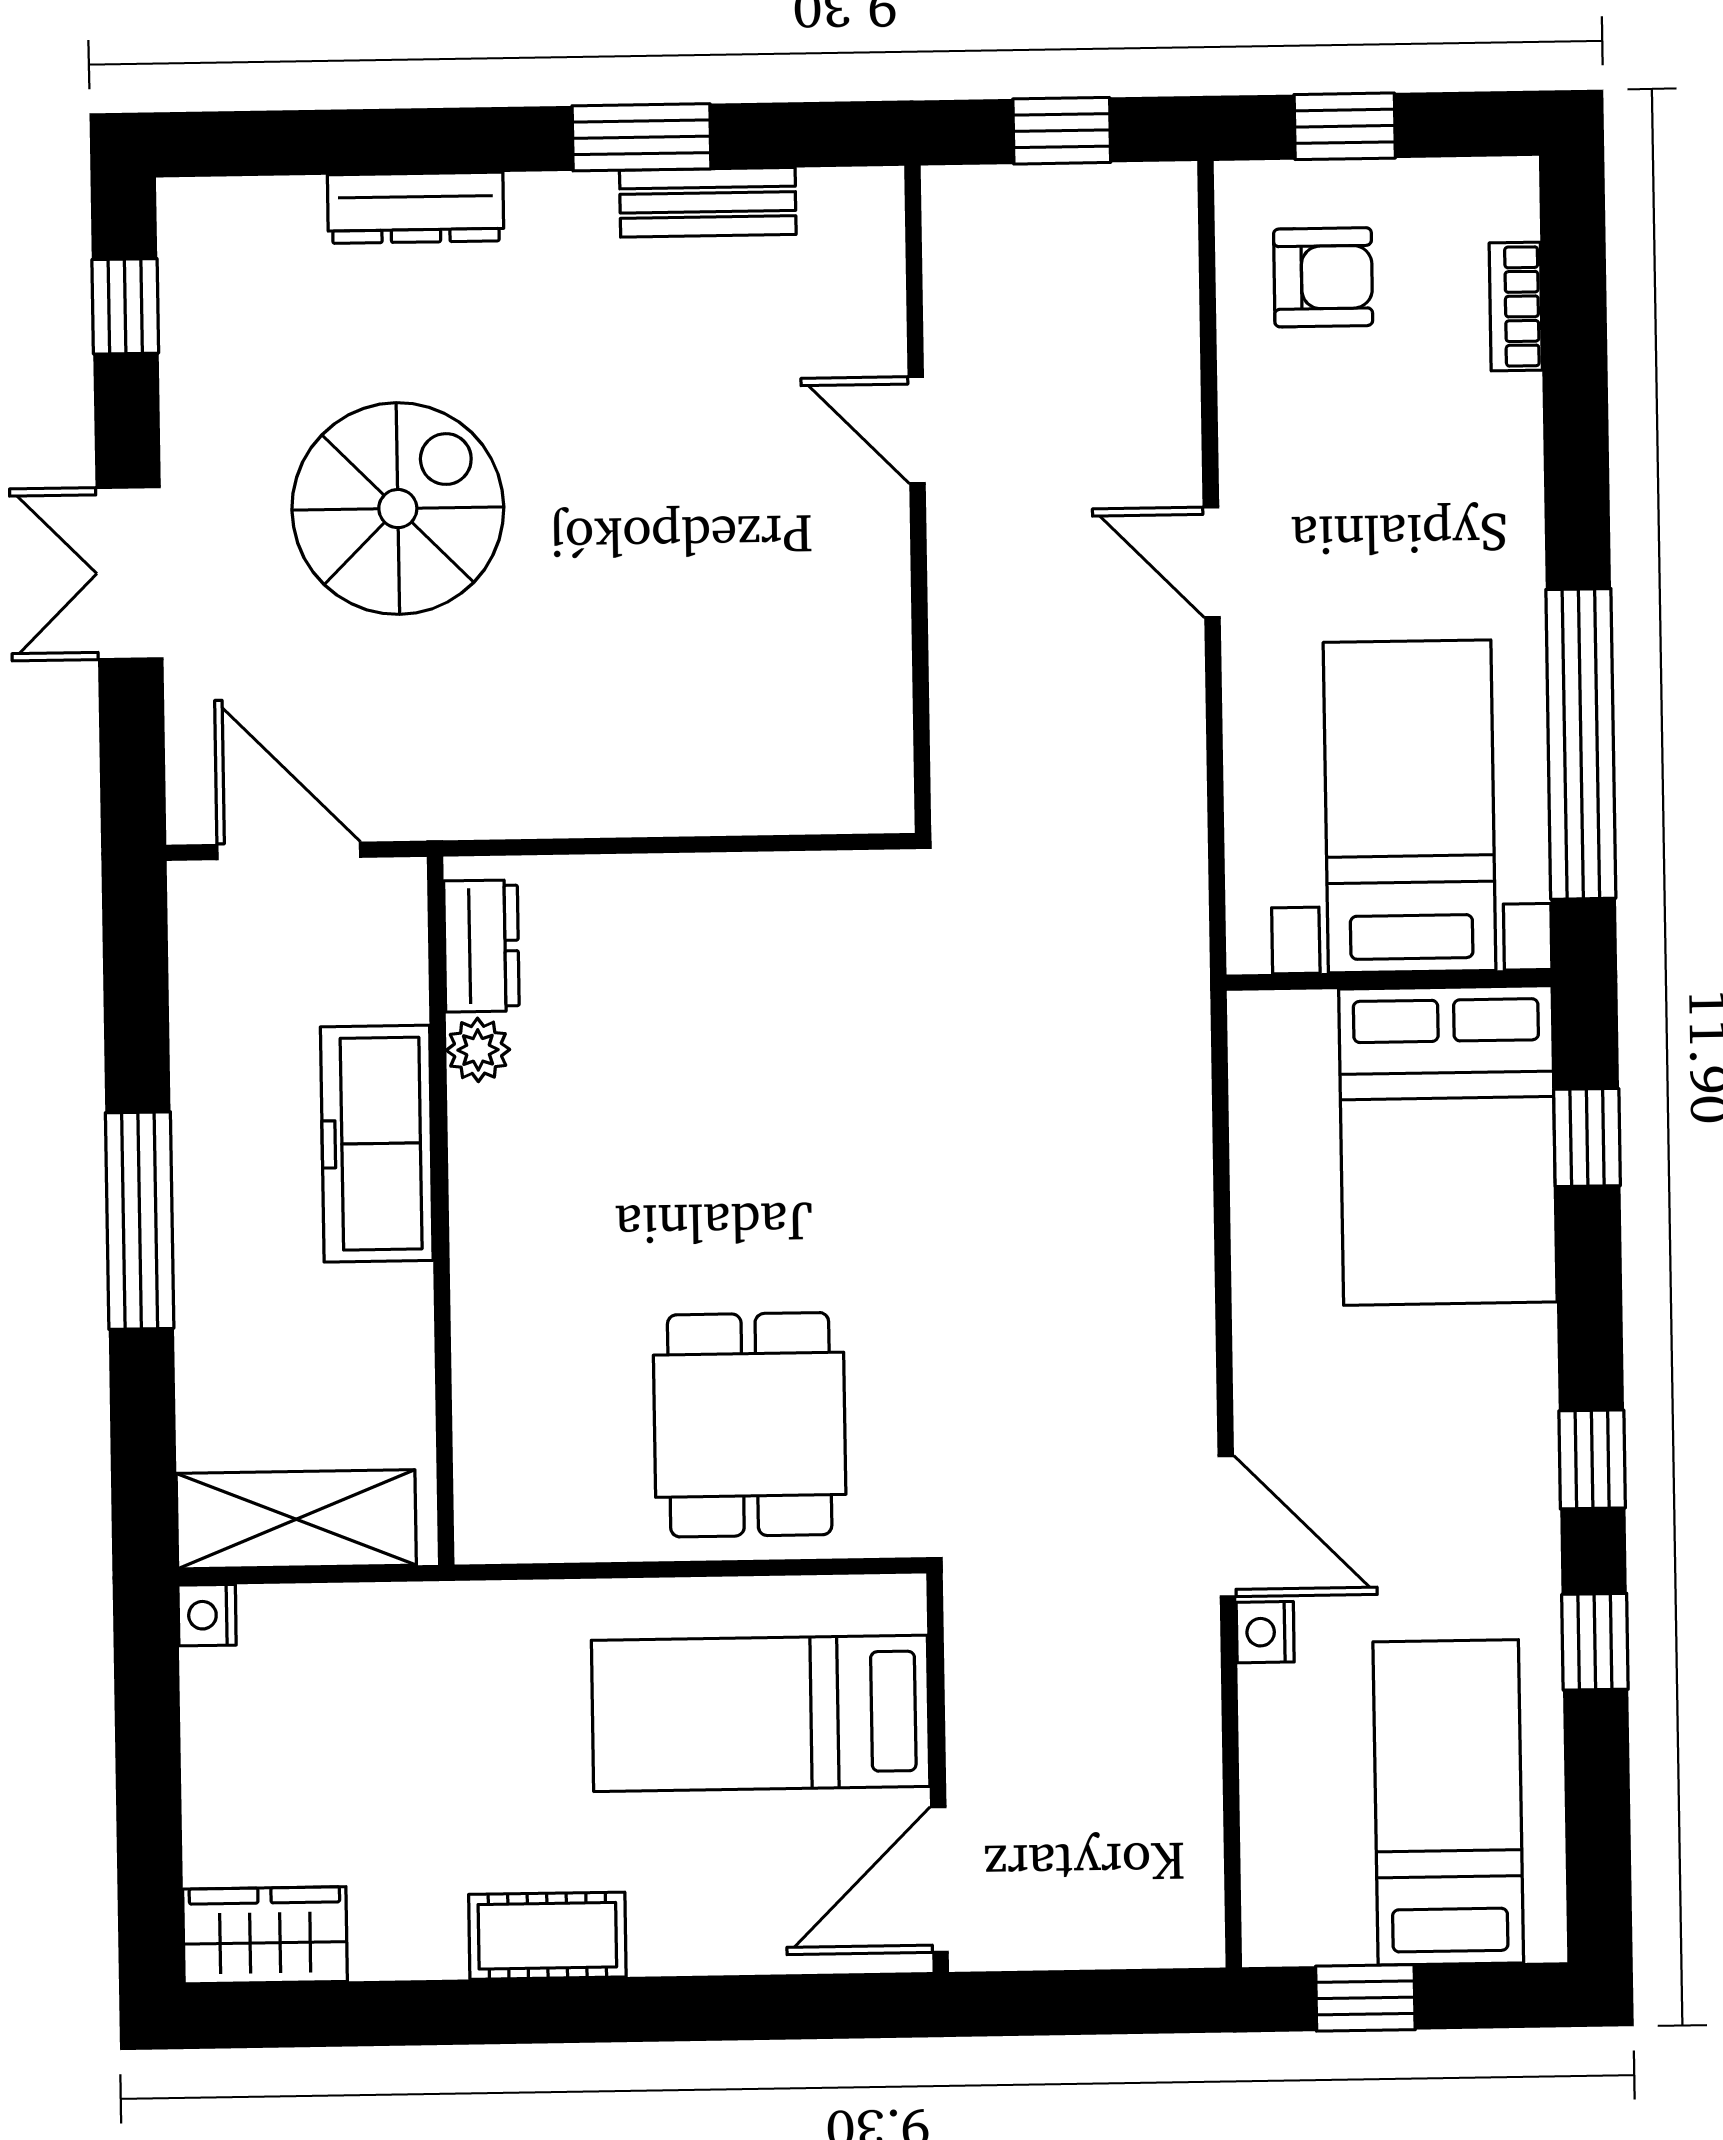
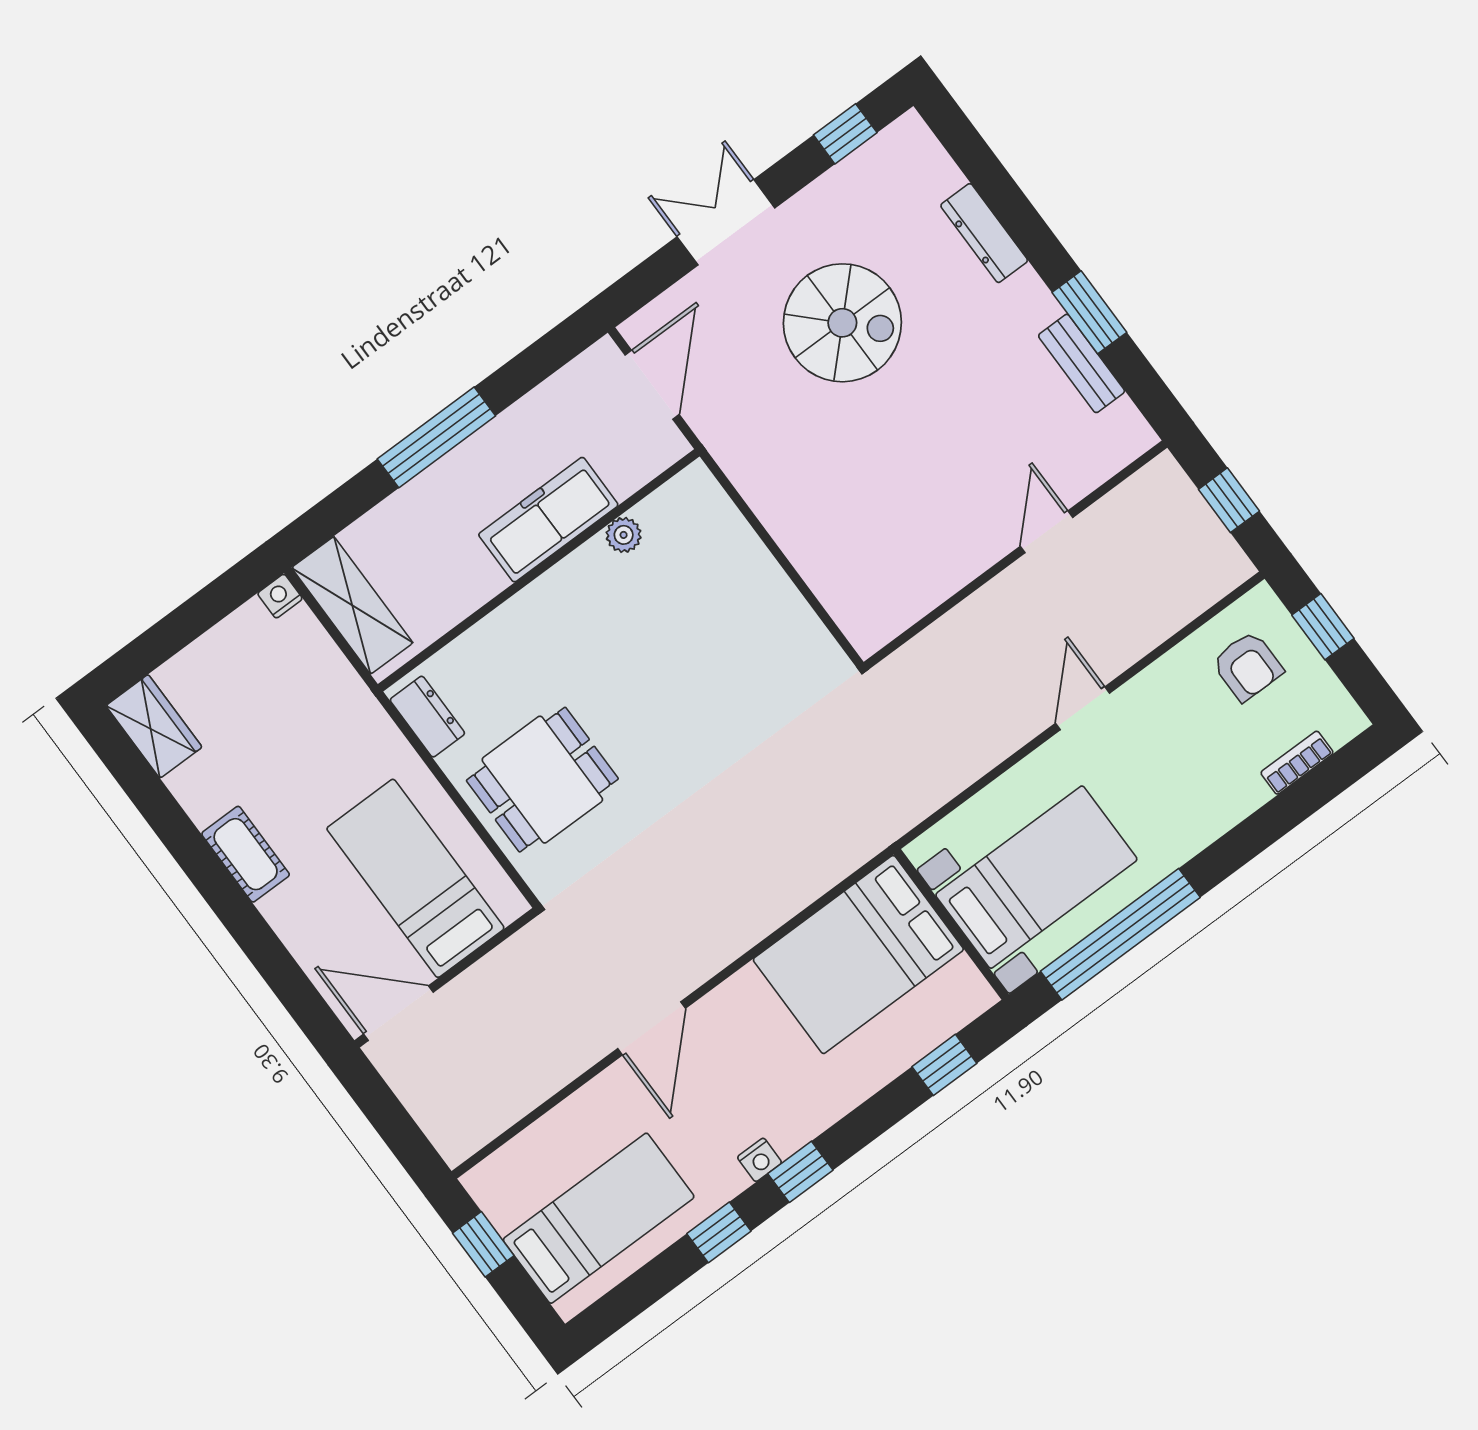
dresser: (481, 946) -> (427, 717), moved, turned -90
bed: (1448, 1146) -> (858, 955), moved
nightstand: (1265, 1632) -> (760, 1160), moved, turned 180

